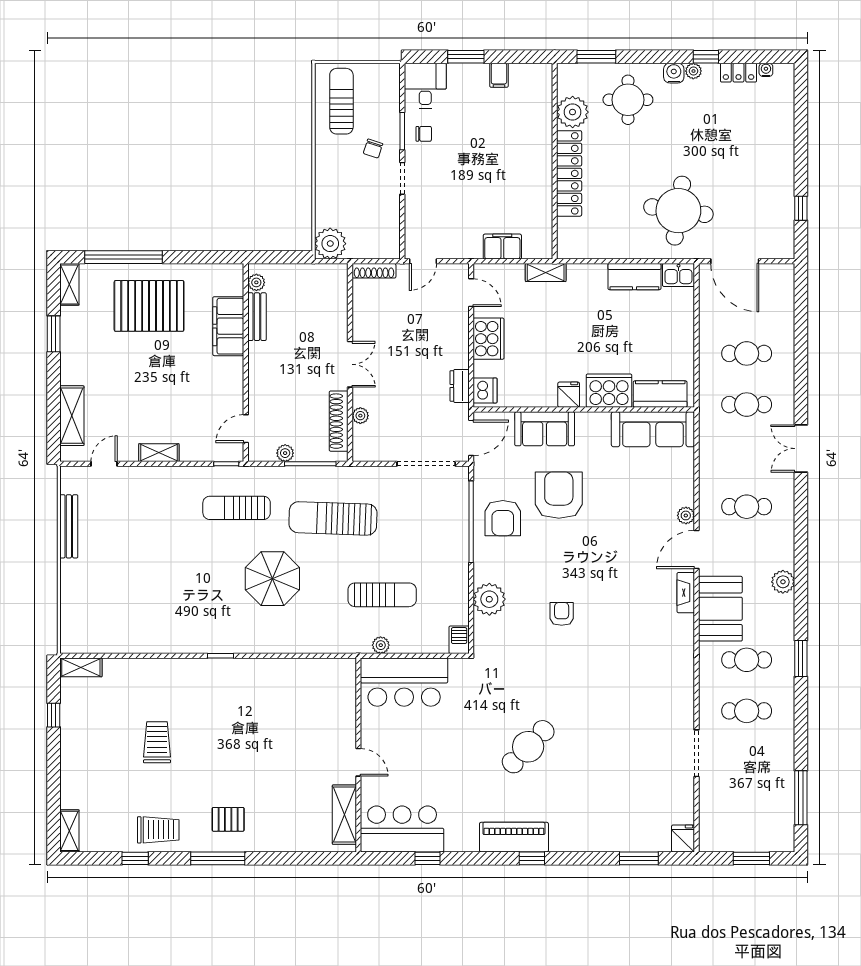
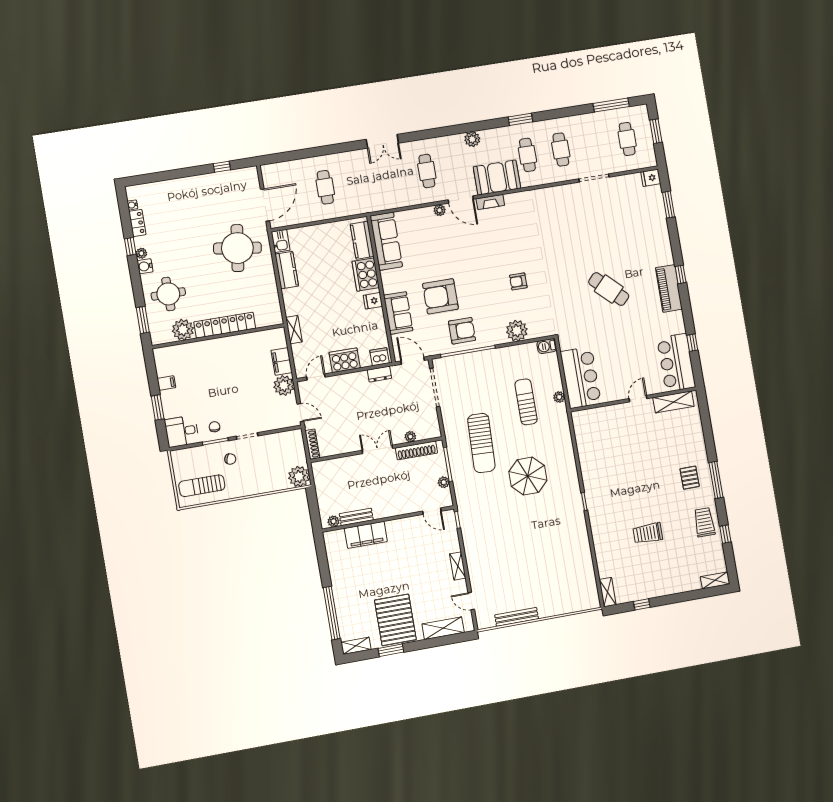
plant: (467, 244) -> (284, 386), added
pallet: (149, 306) -> (395, 620), moved
cafe table: (747, 405) -> (627, 139), moved
sun lounger: (237, 508) -> (485, 508), removed

